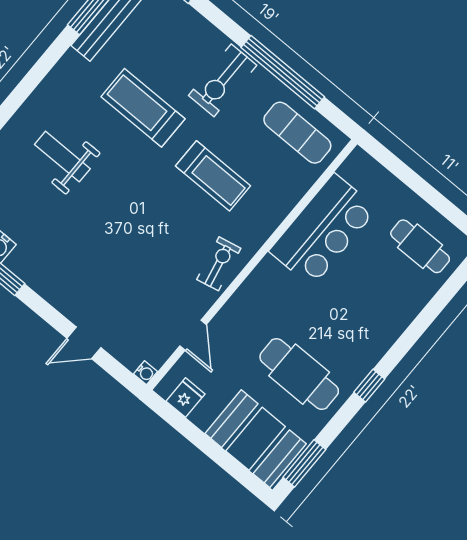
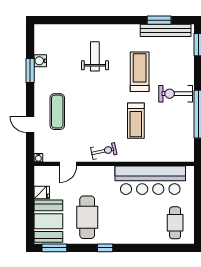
exercise mat: (297, 133) -> (57, 112), moved
bar counter: (323, 230) -> (150, 180), width x1.36
fridge: (185, 398) -> (42, 193), moved

